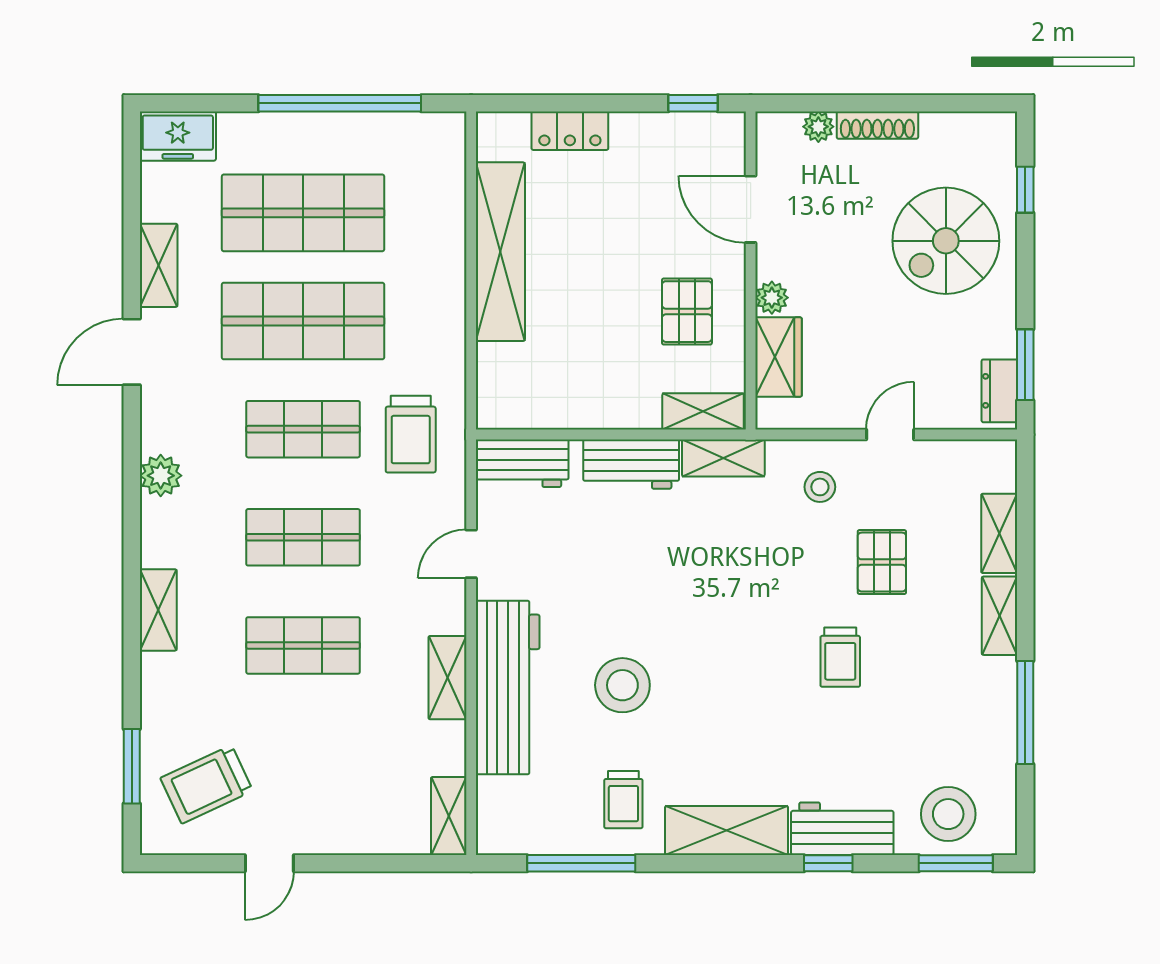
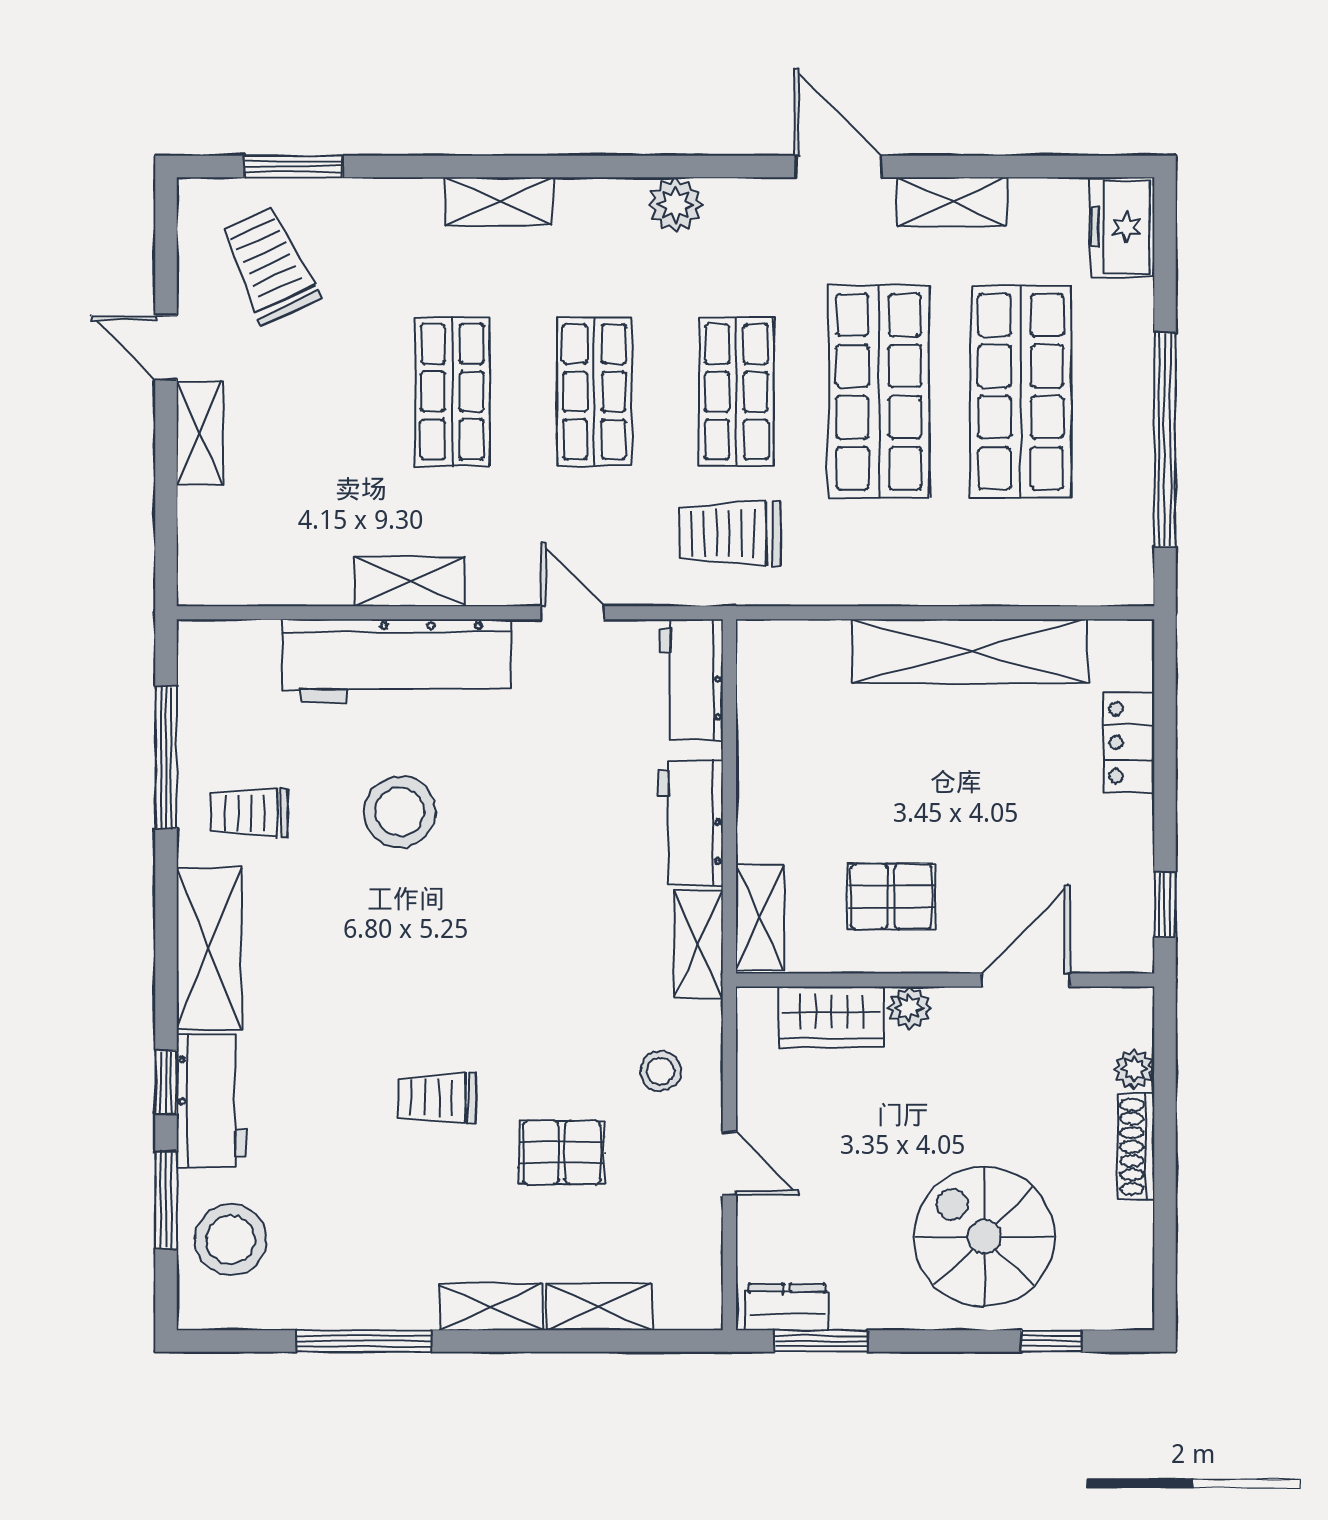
shelving: (449, 816) -> (200, 433), moved, turned 90
window: (956, 863) -> (166, 1200), moved

